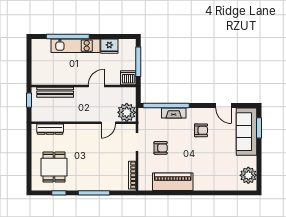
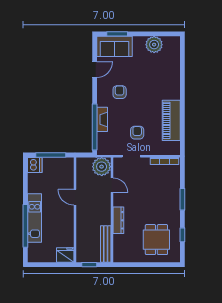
fridge: (109, 46) -> (65, 255), moved, turned -90
dishwasher: (128, 78) -> (35, 165), moved, turned 180
bench: (55, 92) -> (106, 244), moved
dresser: (50, 129) -> (118, 220), moved
sofa: (247, 132) -> (115, 46), width x0.73
dining table: (54, 167) -> (156, 240), turned 90
plant: (248, 175) -> (154, 45), moved
window: (94, 193) -> (182, 199), width x0.69

